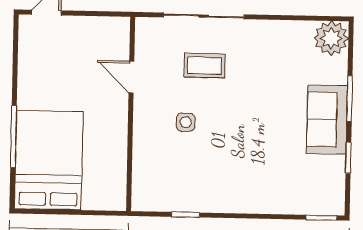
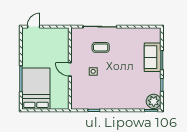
plant: (331, 38) -> (154, 101), moved
door: (131, 77) -> (70, 69), moved
sofa: (327, 120) -> (153, 57), moved

